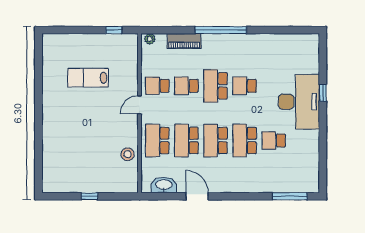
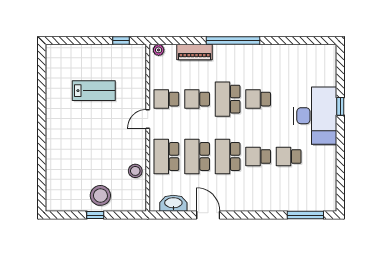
lab bench: (88, 78) -> (94, 91), turned 180
school desk: (245, 140) -> (258, 156), width x0.54
stool: (94, 178) -> (100, 195), added

